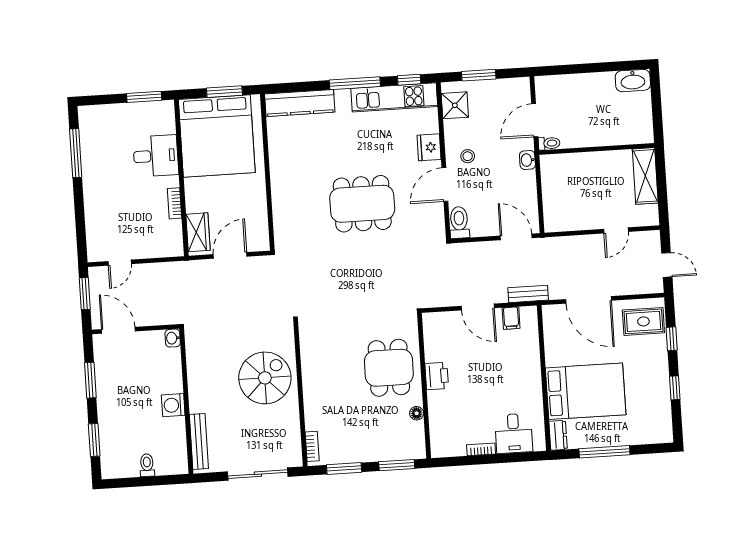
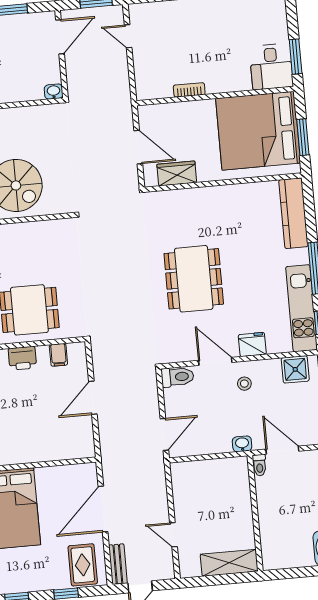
desk: (156, 156) -> (271, 67), moved
wardrobe: (198, 232) -> (177, 173), moved, turned 180
bench: (528, 294) -> (118, 564), moved
filing cabinet: (511, 318) -> (58, 355), moved, turned -90

